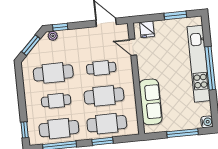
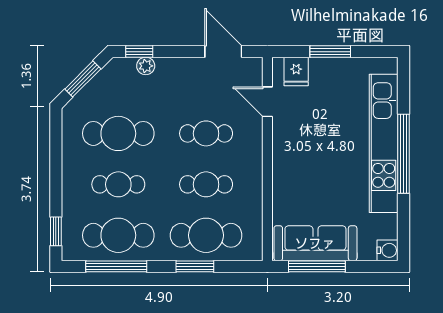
window: (175, 15) -> (330, 52), moved
plant: (53, 36) -> (146, 66), moved
cafe table: (104, 96) -> (206, 184), width x0.73, depth x0.74
sofa: (151, 102) -> (315, 243), moved, turned -90
window: (182, 133) -> (317, 266), moved

